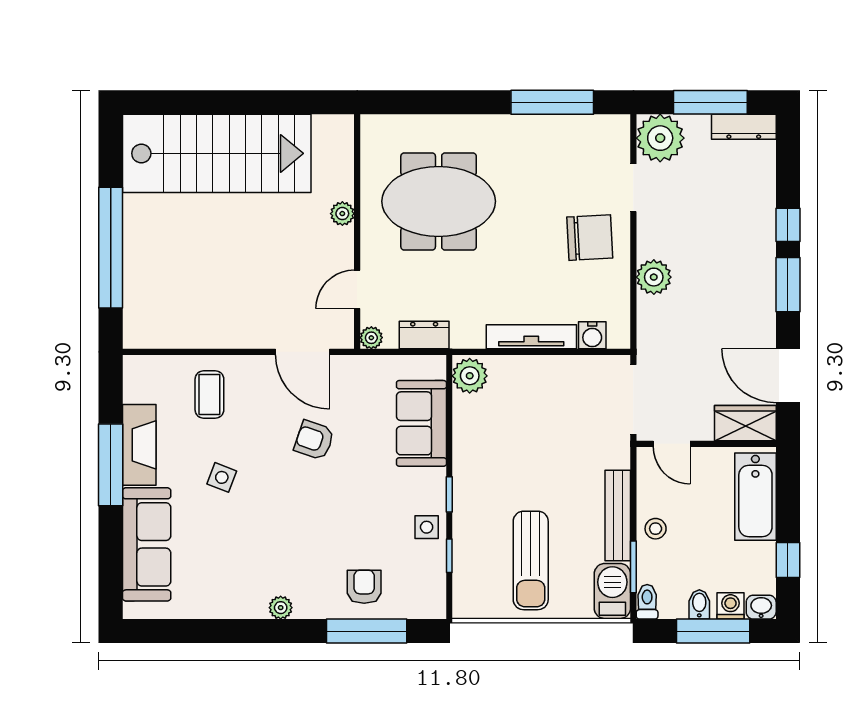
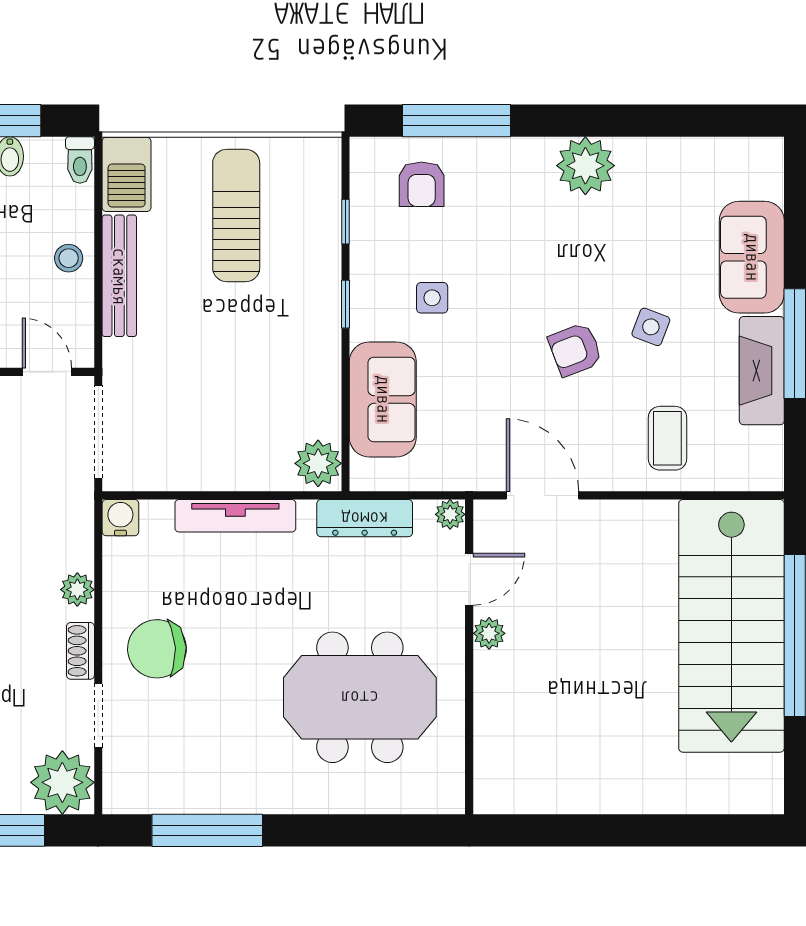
stairs: (217, 153) -> (731, 626), moved, turned -90
plant: (342, 214) -> (489, 633), moved
shoe rack: (647, 236) -> (80, 651), added
plant: (654, 277) -> (77, 590), width x0.73, depth x0.73
dresser: (424, 335) -> (365, 518), width x1.44
water cooler: (592, 335) -> (120, 518), moved
armchair: (314, 440) -> (575, 350), moved, turned 140
side table: (427, 527) -> (432, 298), moved
sofa: (147, 544) -> (752, 257), width x0.73
window: (633, 567) -> (98, 207), removed
armchair: (364, 587) -> (422, 184), moved
plant: (281, 608) -> (585, 166), width x1.88, depth x1.88

